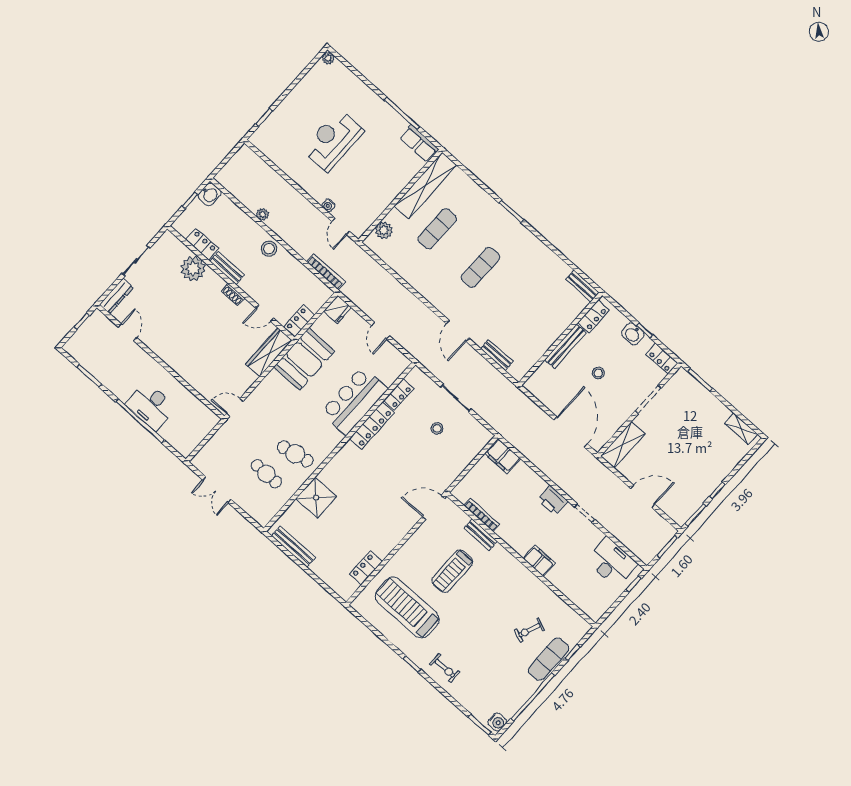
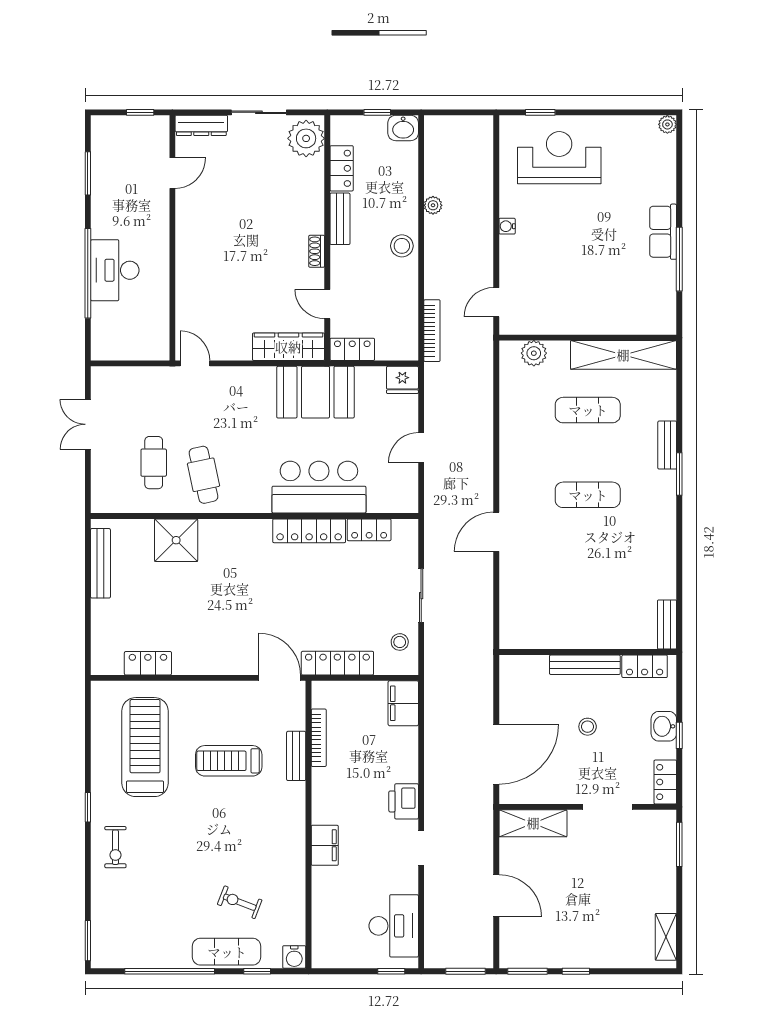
reception desk: (333, 140) -> (559, 158), moved
row of seats: (419, 144) -> (663, 232), moved
water cooler: (328, 205) -> (507, 226), moved
plant: (193, 269) -> (306, 138), moved
bench: (497, 355) -> (667, 445), moved
stool: (437, 428) -> (400, 642), moved
locker: (452, 471) -> (337, 663), added
water cooler: (497, 722) -> (294, 957), moved

